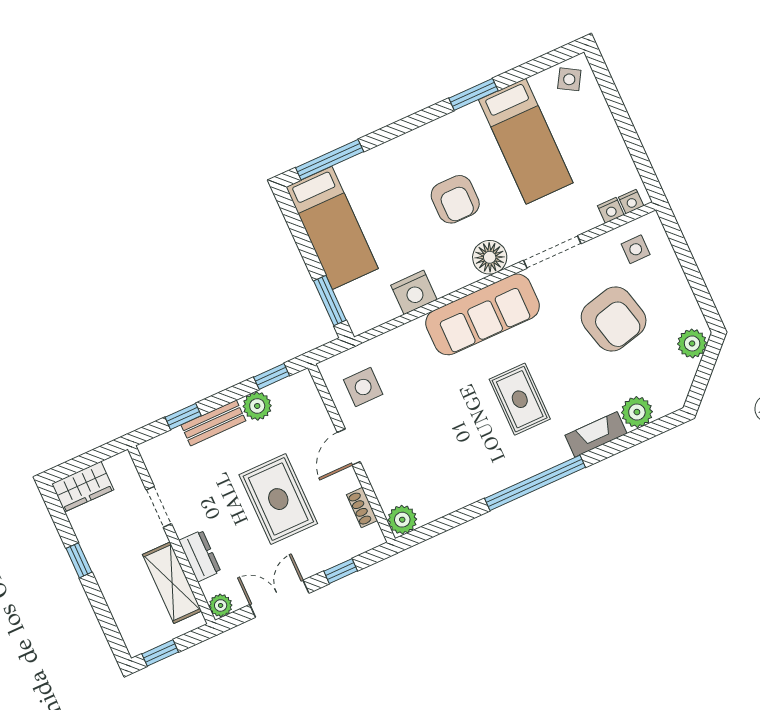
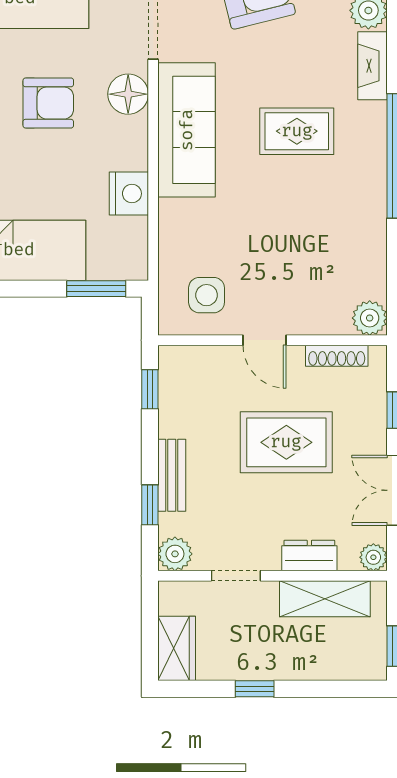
plant: (257, 406) -> (175, 554), moved
shoe rack: (362, 508) -> (337, 356), width x1.43

